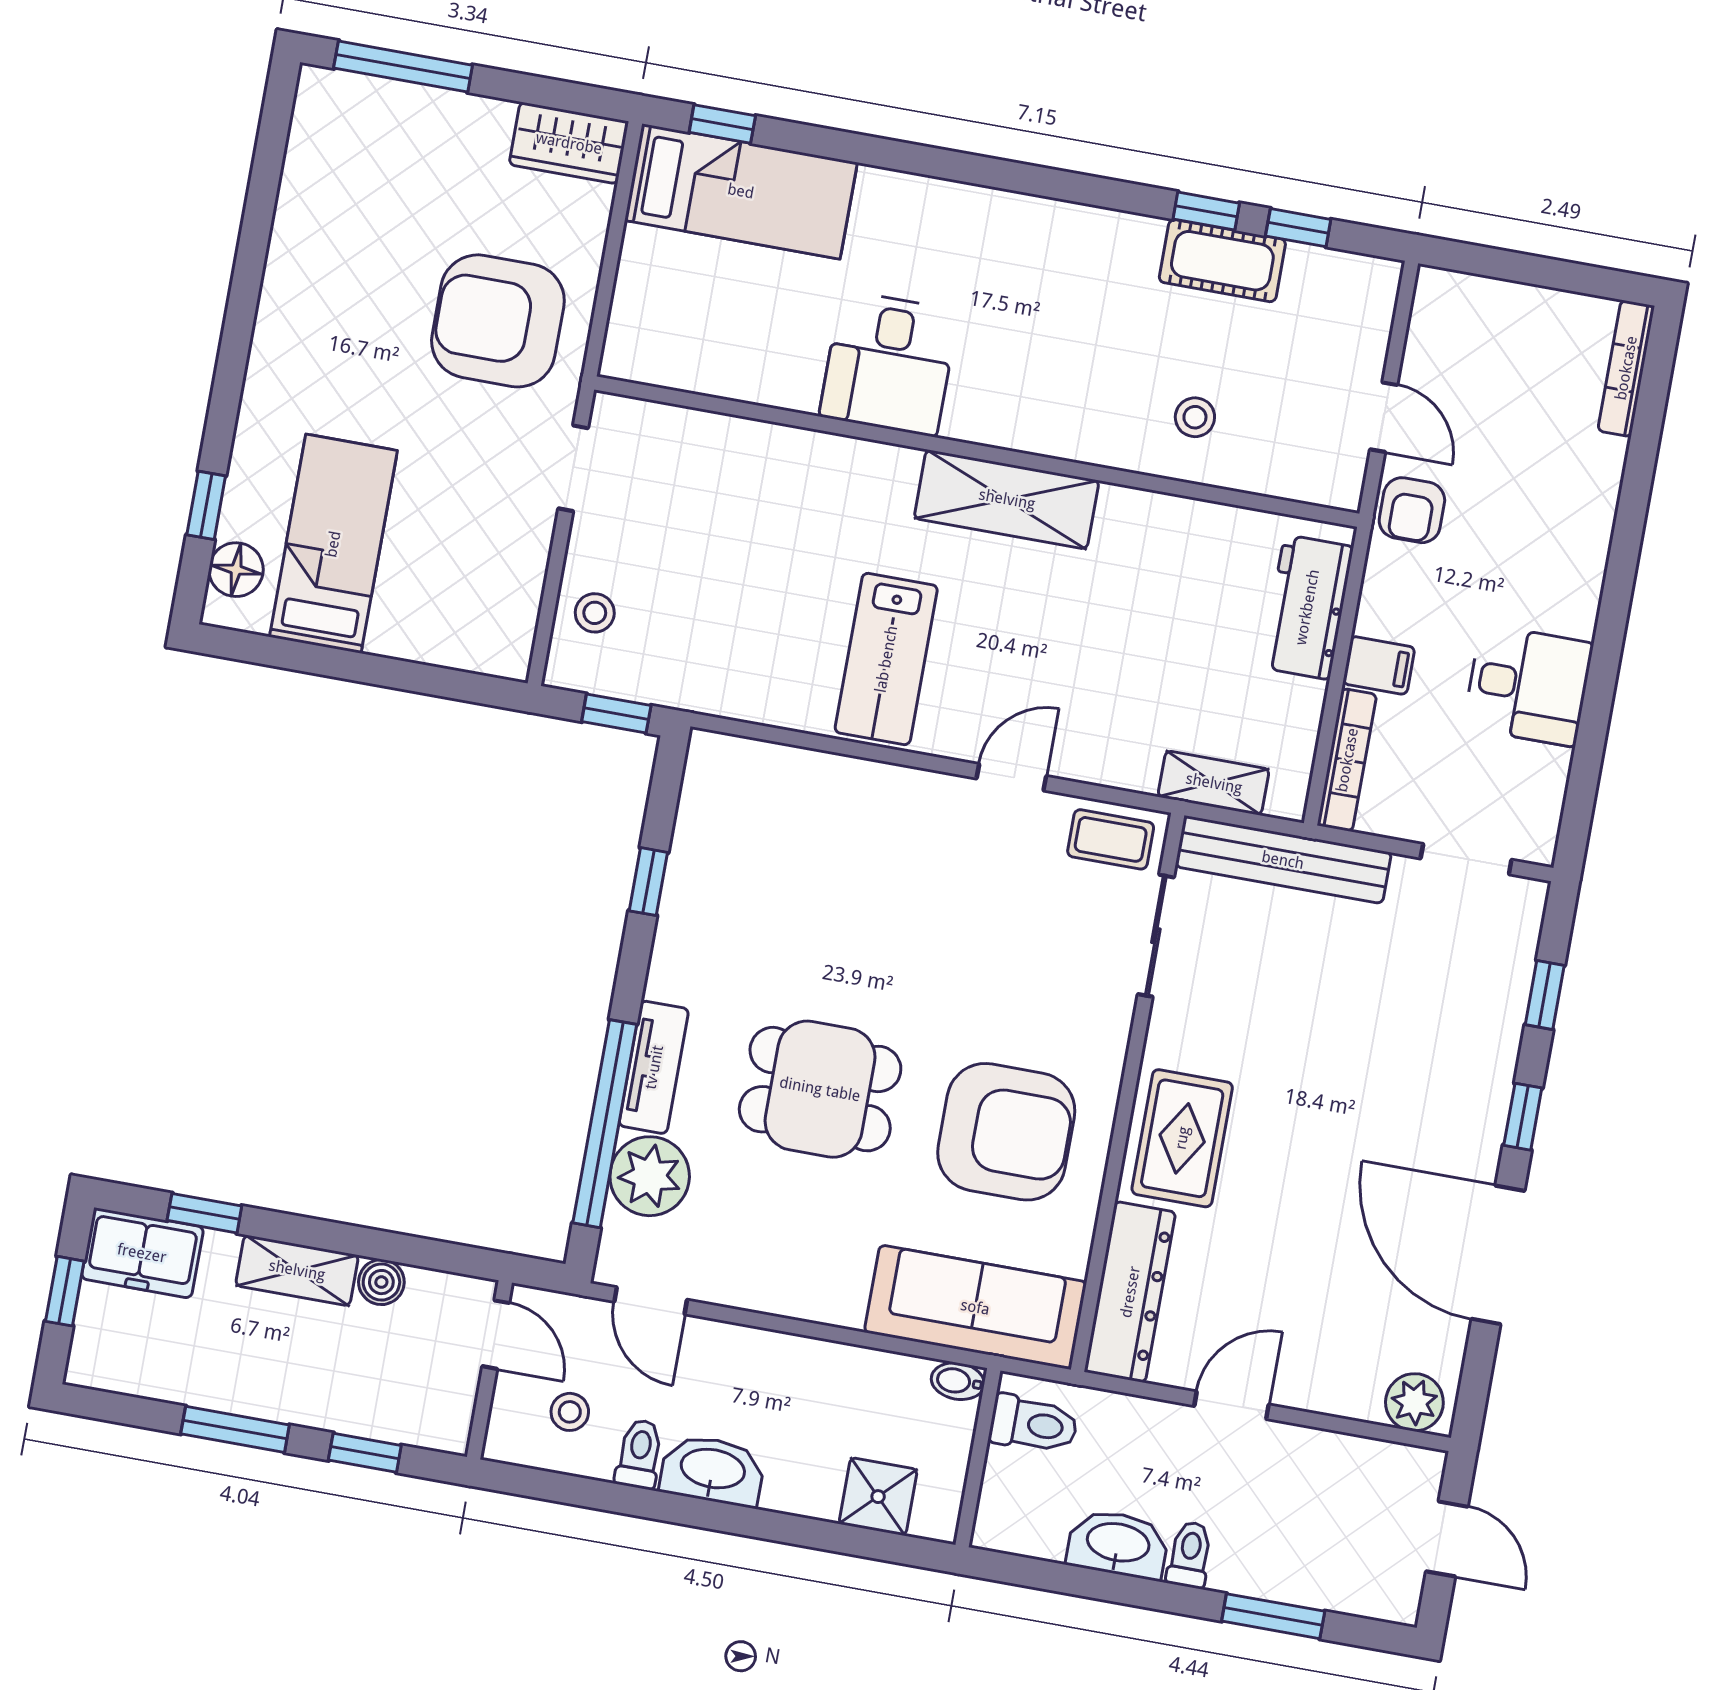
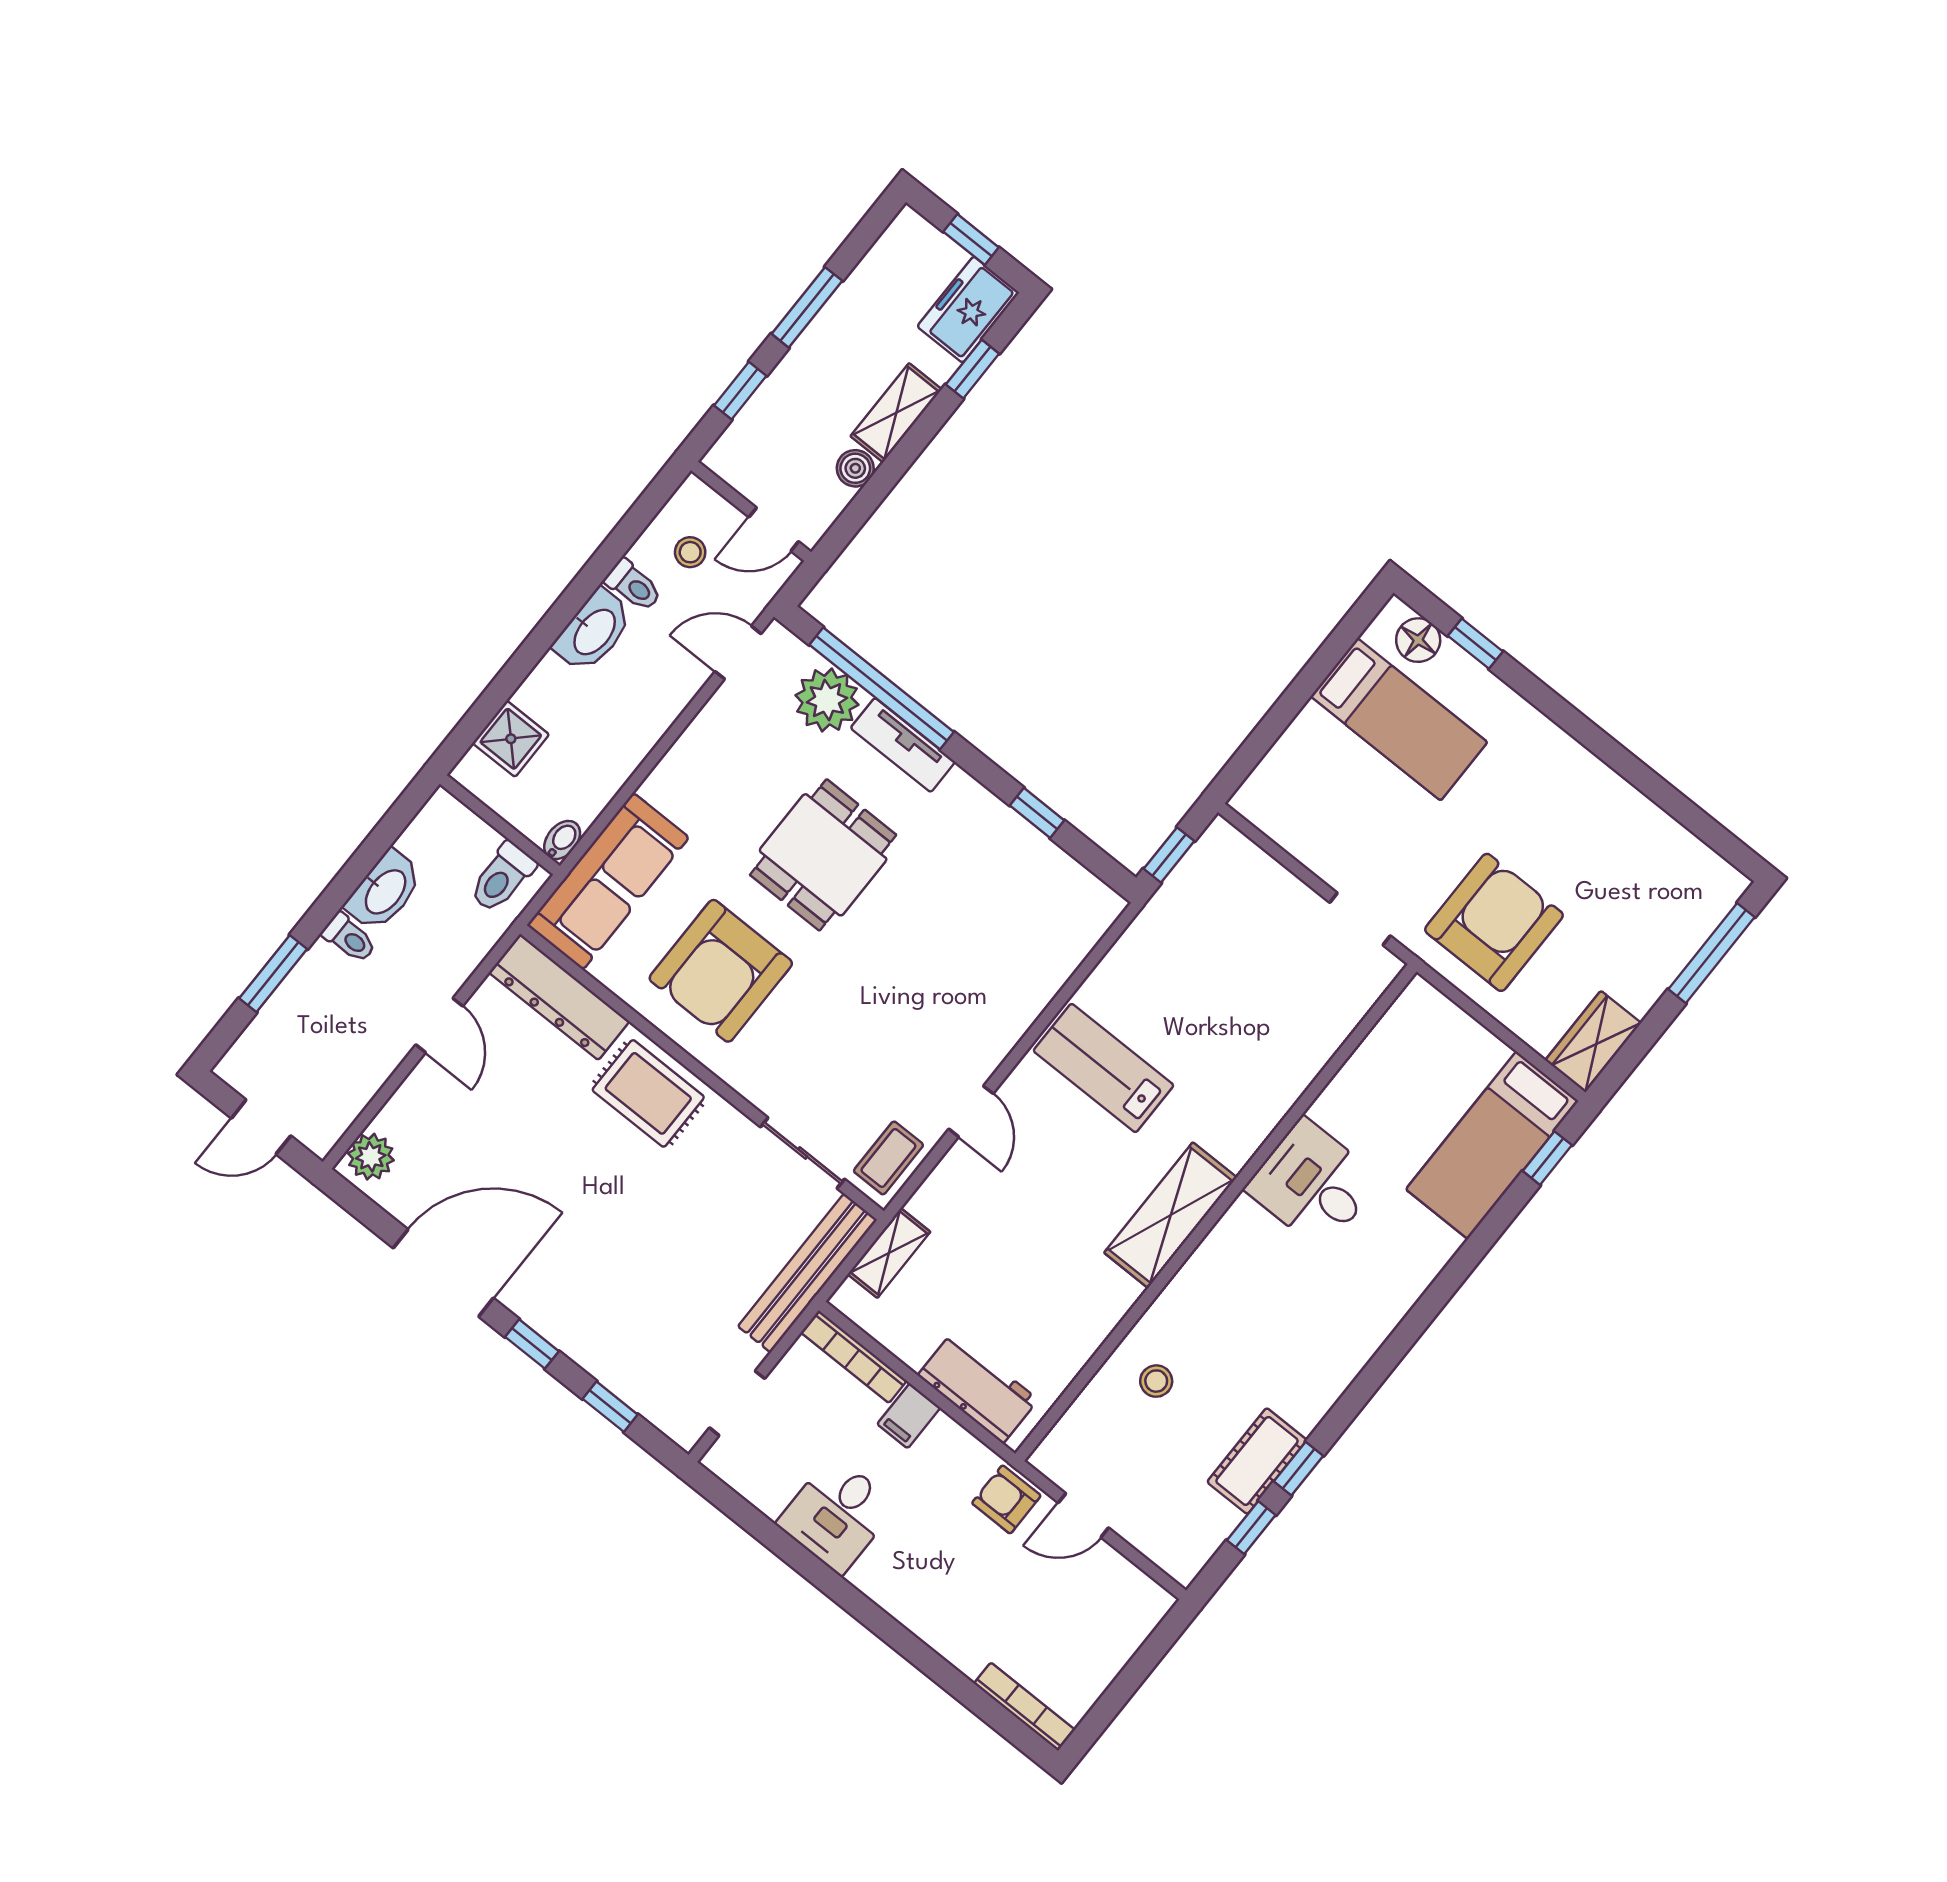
stool: (595, 613) -> (1249, 879), removed

